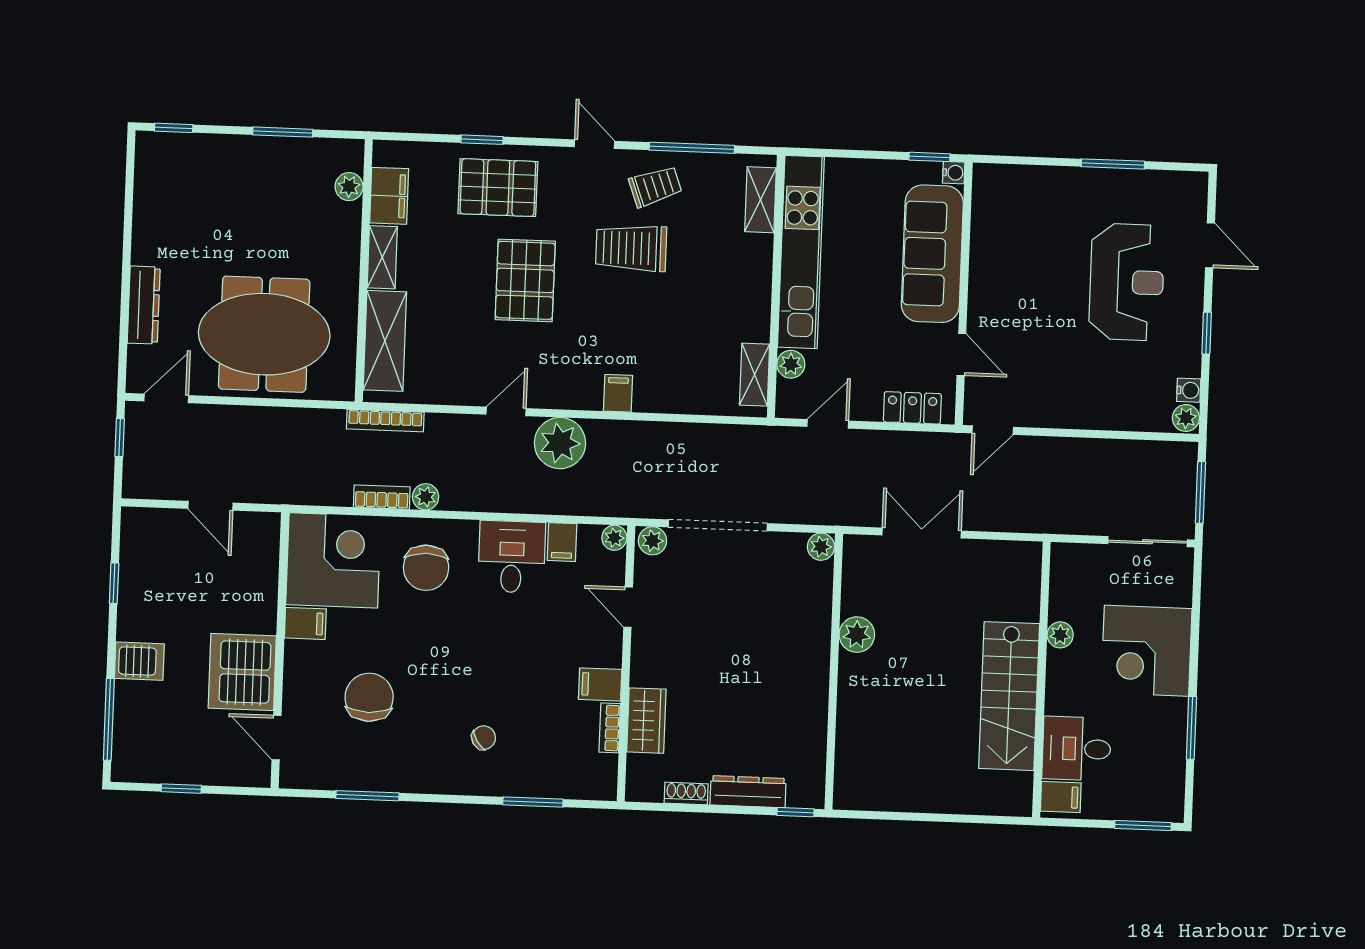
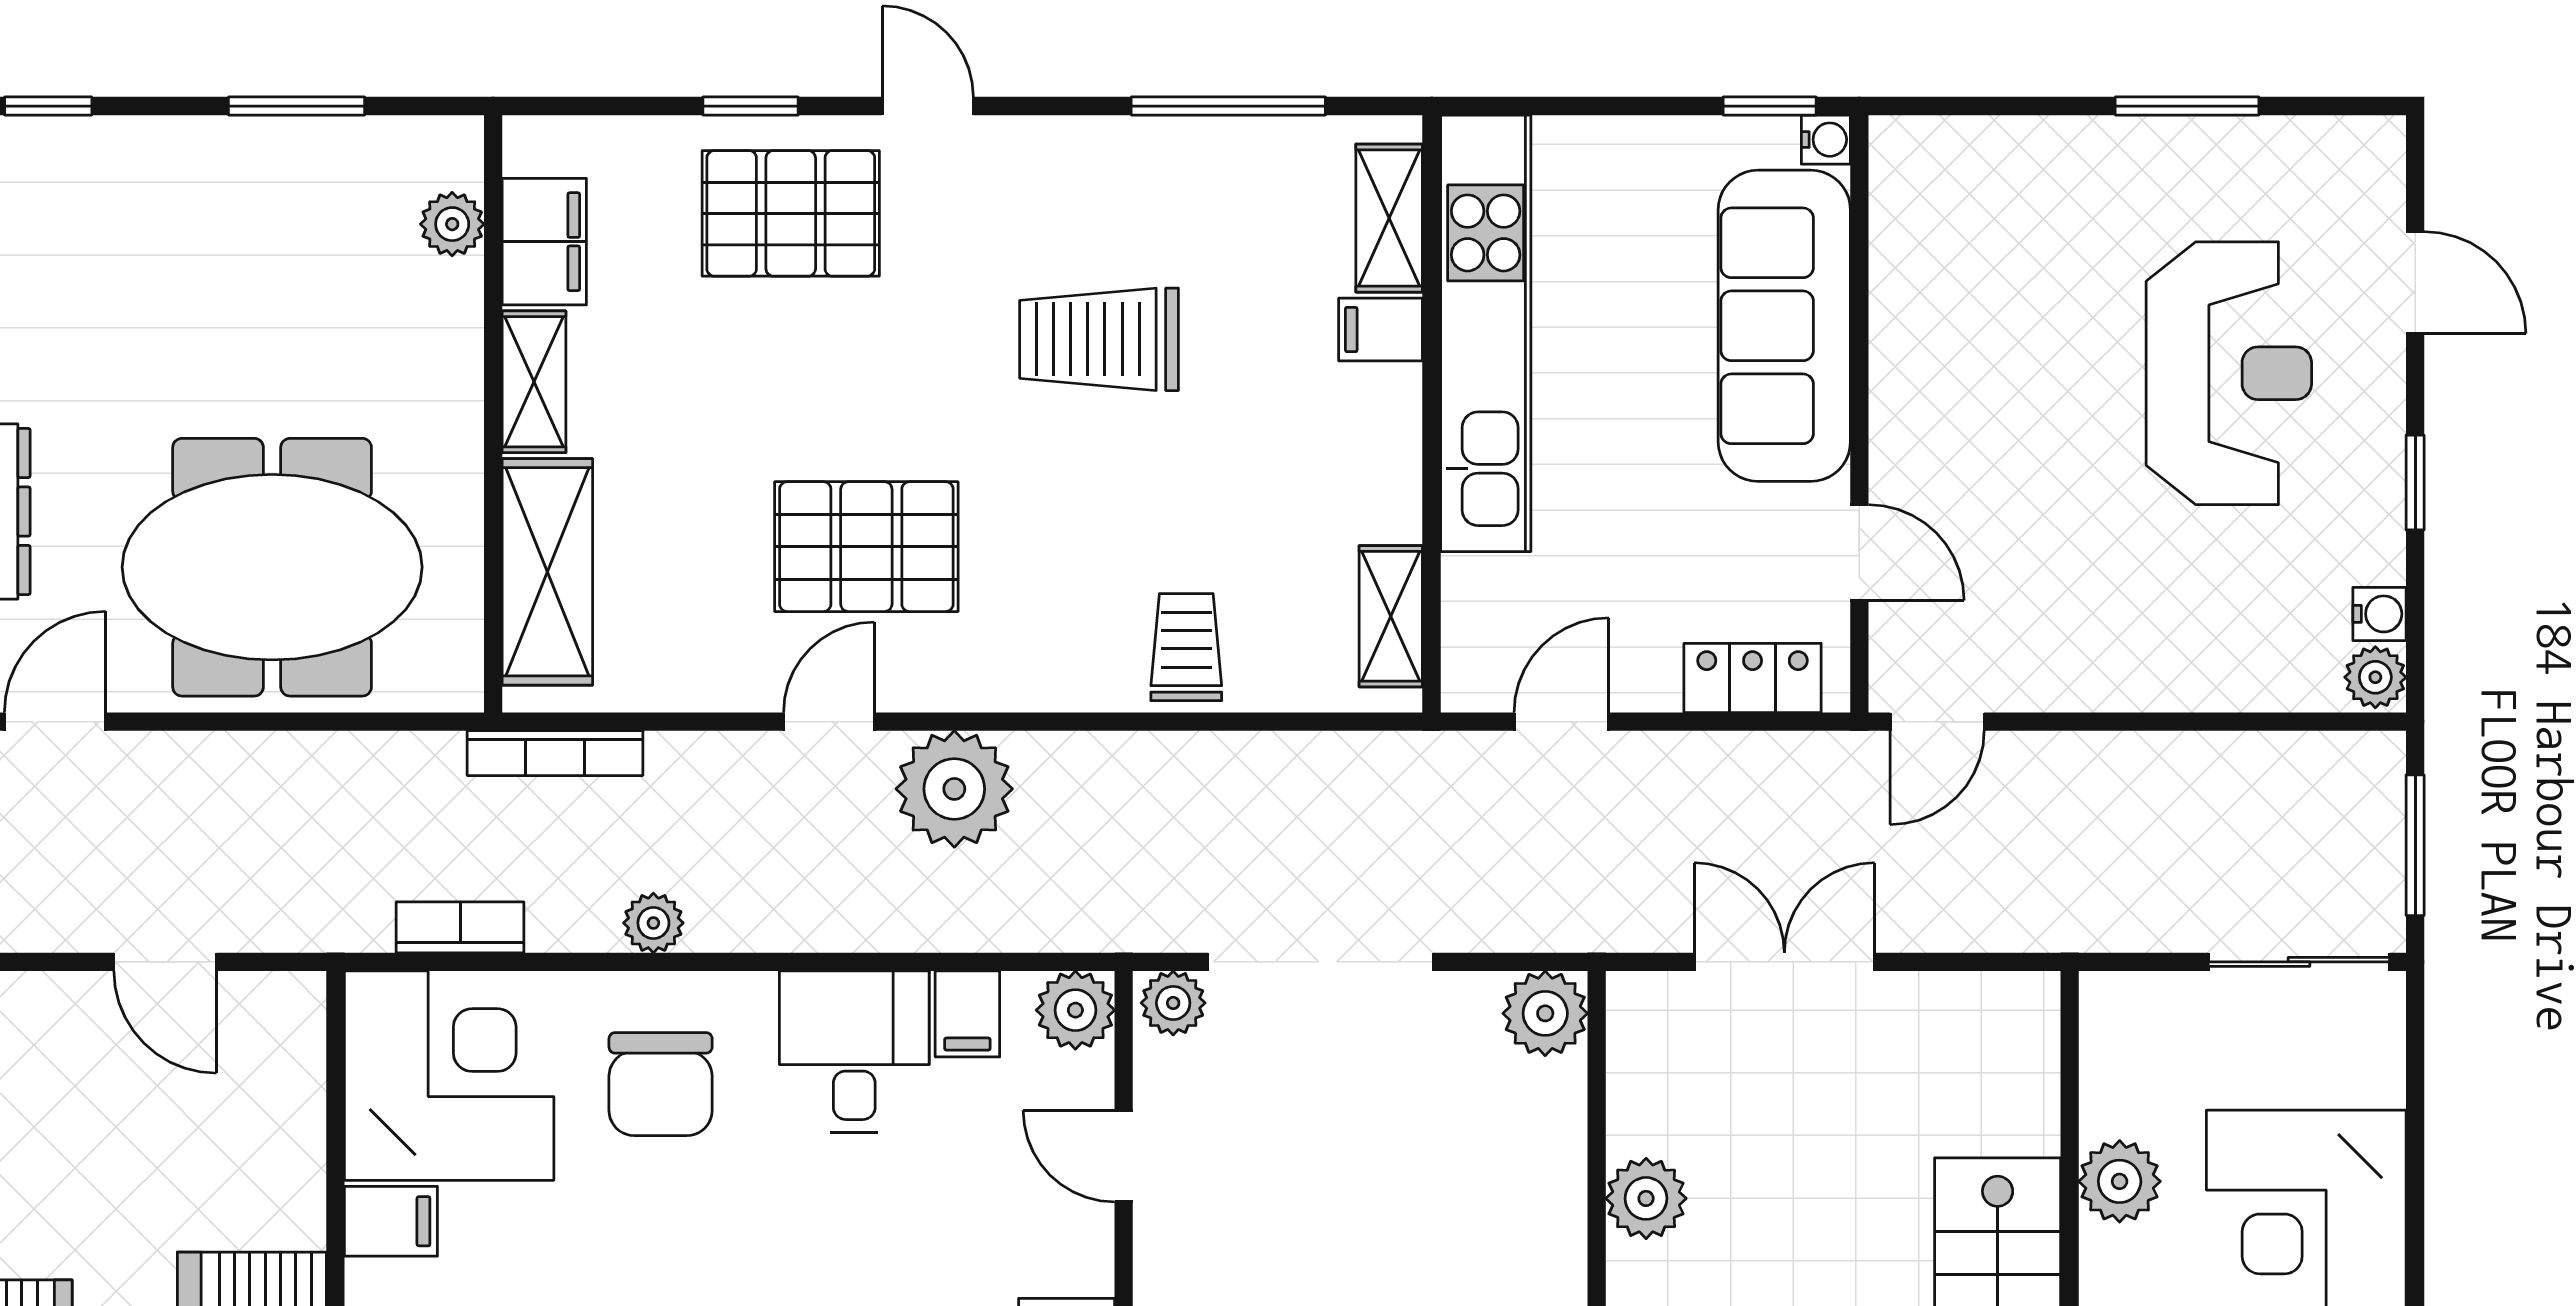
door: (594, 144) -> (928, 106), moved
trolley: (655, 186) -> (1186, 647), moved, turned -70
pallet: (525, 280) -> (866, 547), moved, turned 90
plant: (791, 364) -> (1472, 590), removed
filing cabinet: (618, 393) -> (1381, 330), moved, turned -90
bookcase: (382, 497) -> (460, 927), moved
plant: (614, 538) -> (1075, 1010), width x1.38, depth x1.38
plant: (821, 547) -> (1545, 1013), width x1.38, depth x1.38
plant: (1060, 635) -> (2120, 1181), width x1.38, depth x1.38

